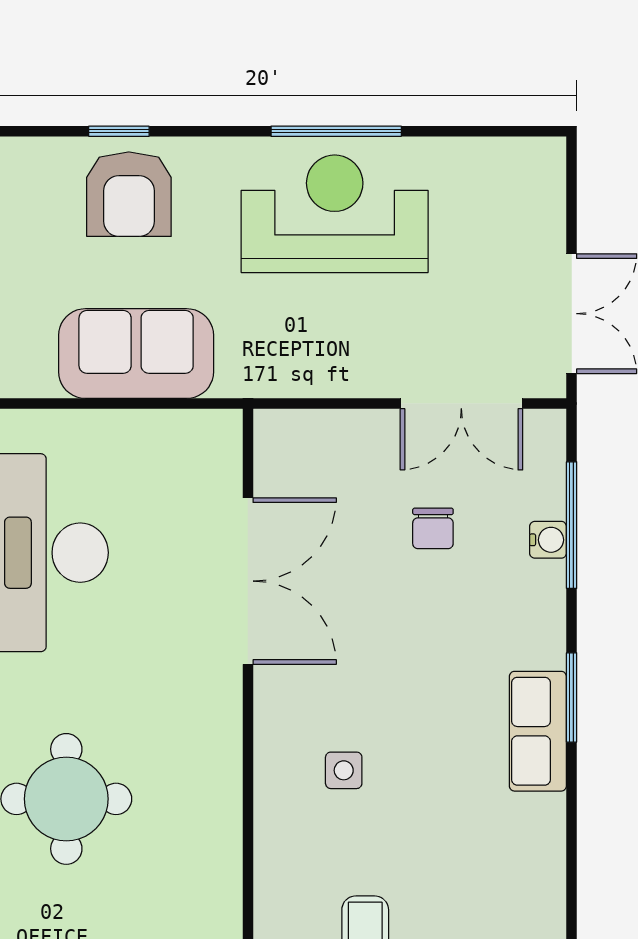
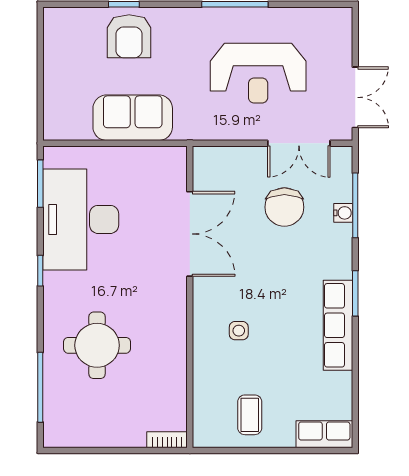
reception desk: (335, 214) -> (258, 73), moved, turned 180
chair: (433, 528) -> (284, 207), width x1.87, depth x1.87
row of seats: (538, 731) -> (338, 325), width x1.48

